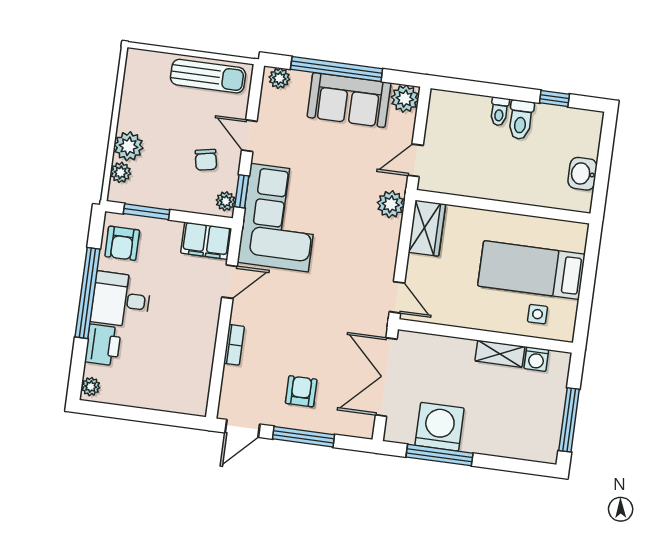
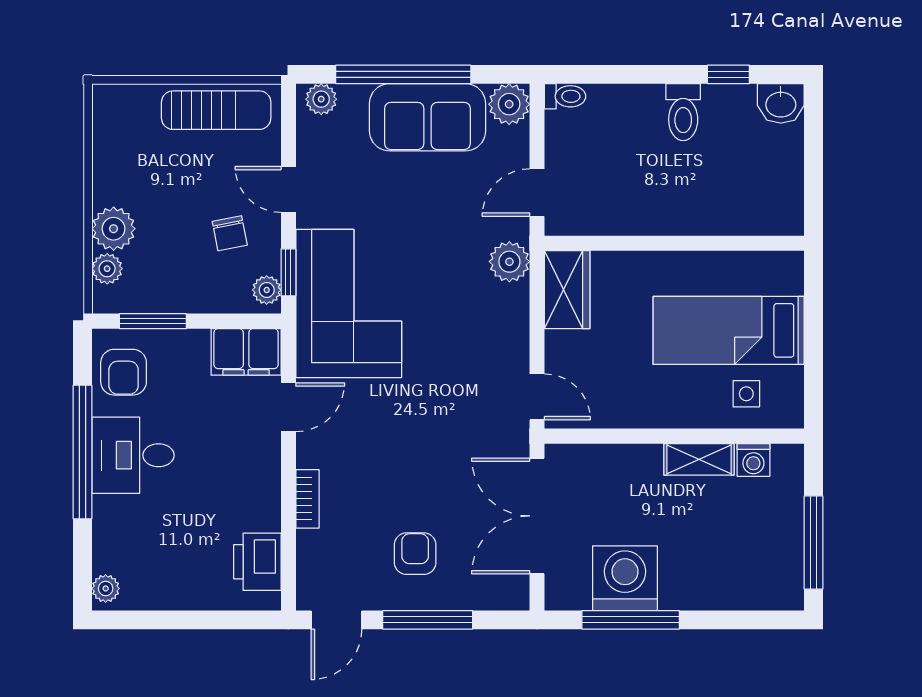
toilet: (499, 111) -> (565, 96), moved, turned -90
washbasin: (582, 174) -> (781, 103), moved, turned -90
printer: (103, 345) -> (257, 562), moved, turned 180

